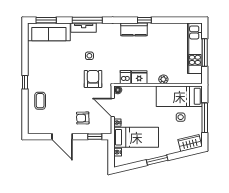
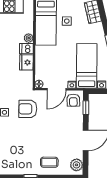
dishwasher: (125, 77) -> (26, 49), moved
armchair: (83, 118) -> (73, 100), moved
plant: (38, 128) -> (76, 165), added

